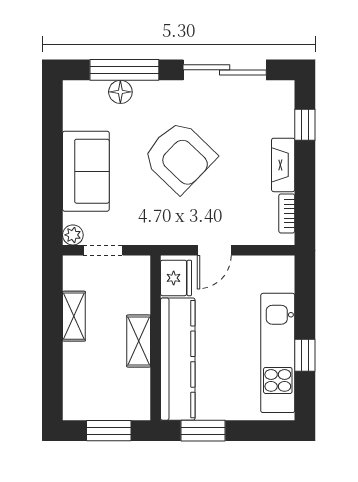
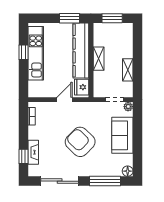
floor lamp: (120, 92) -> (128, 171), moved
fireplace: (283, 165) -> (33, 152), moved

